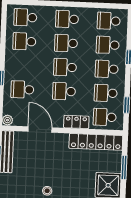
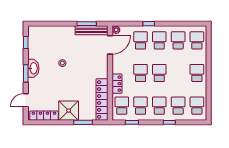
school desk: (66, 43) -> (159, 40), moved
door: (40, 129) -> (110, 45), moved

